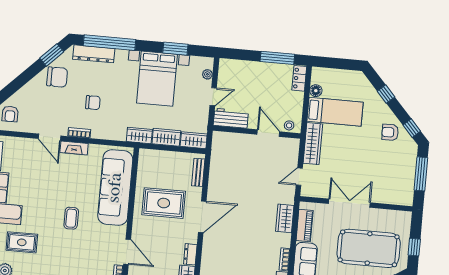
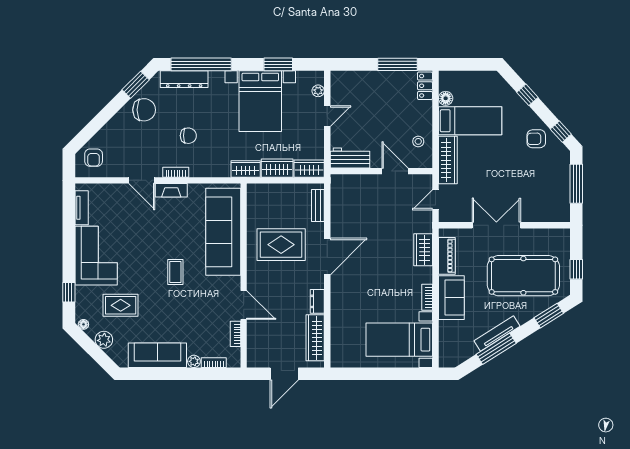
workbench: (231, 118) -> (350, 158), moved
wall: (257, 132) -> (381, 171), moved
door: (268, 133) -> (395, 171), moved

